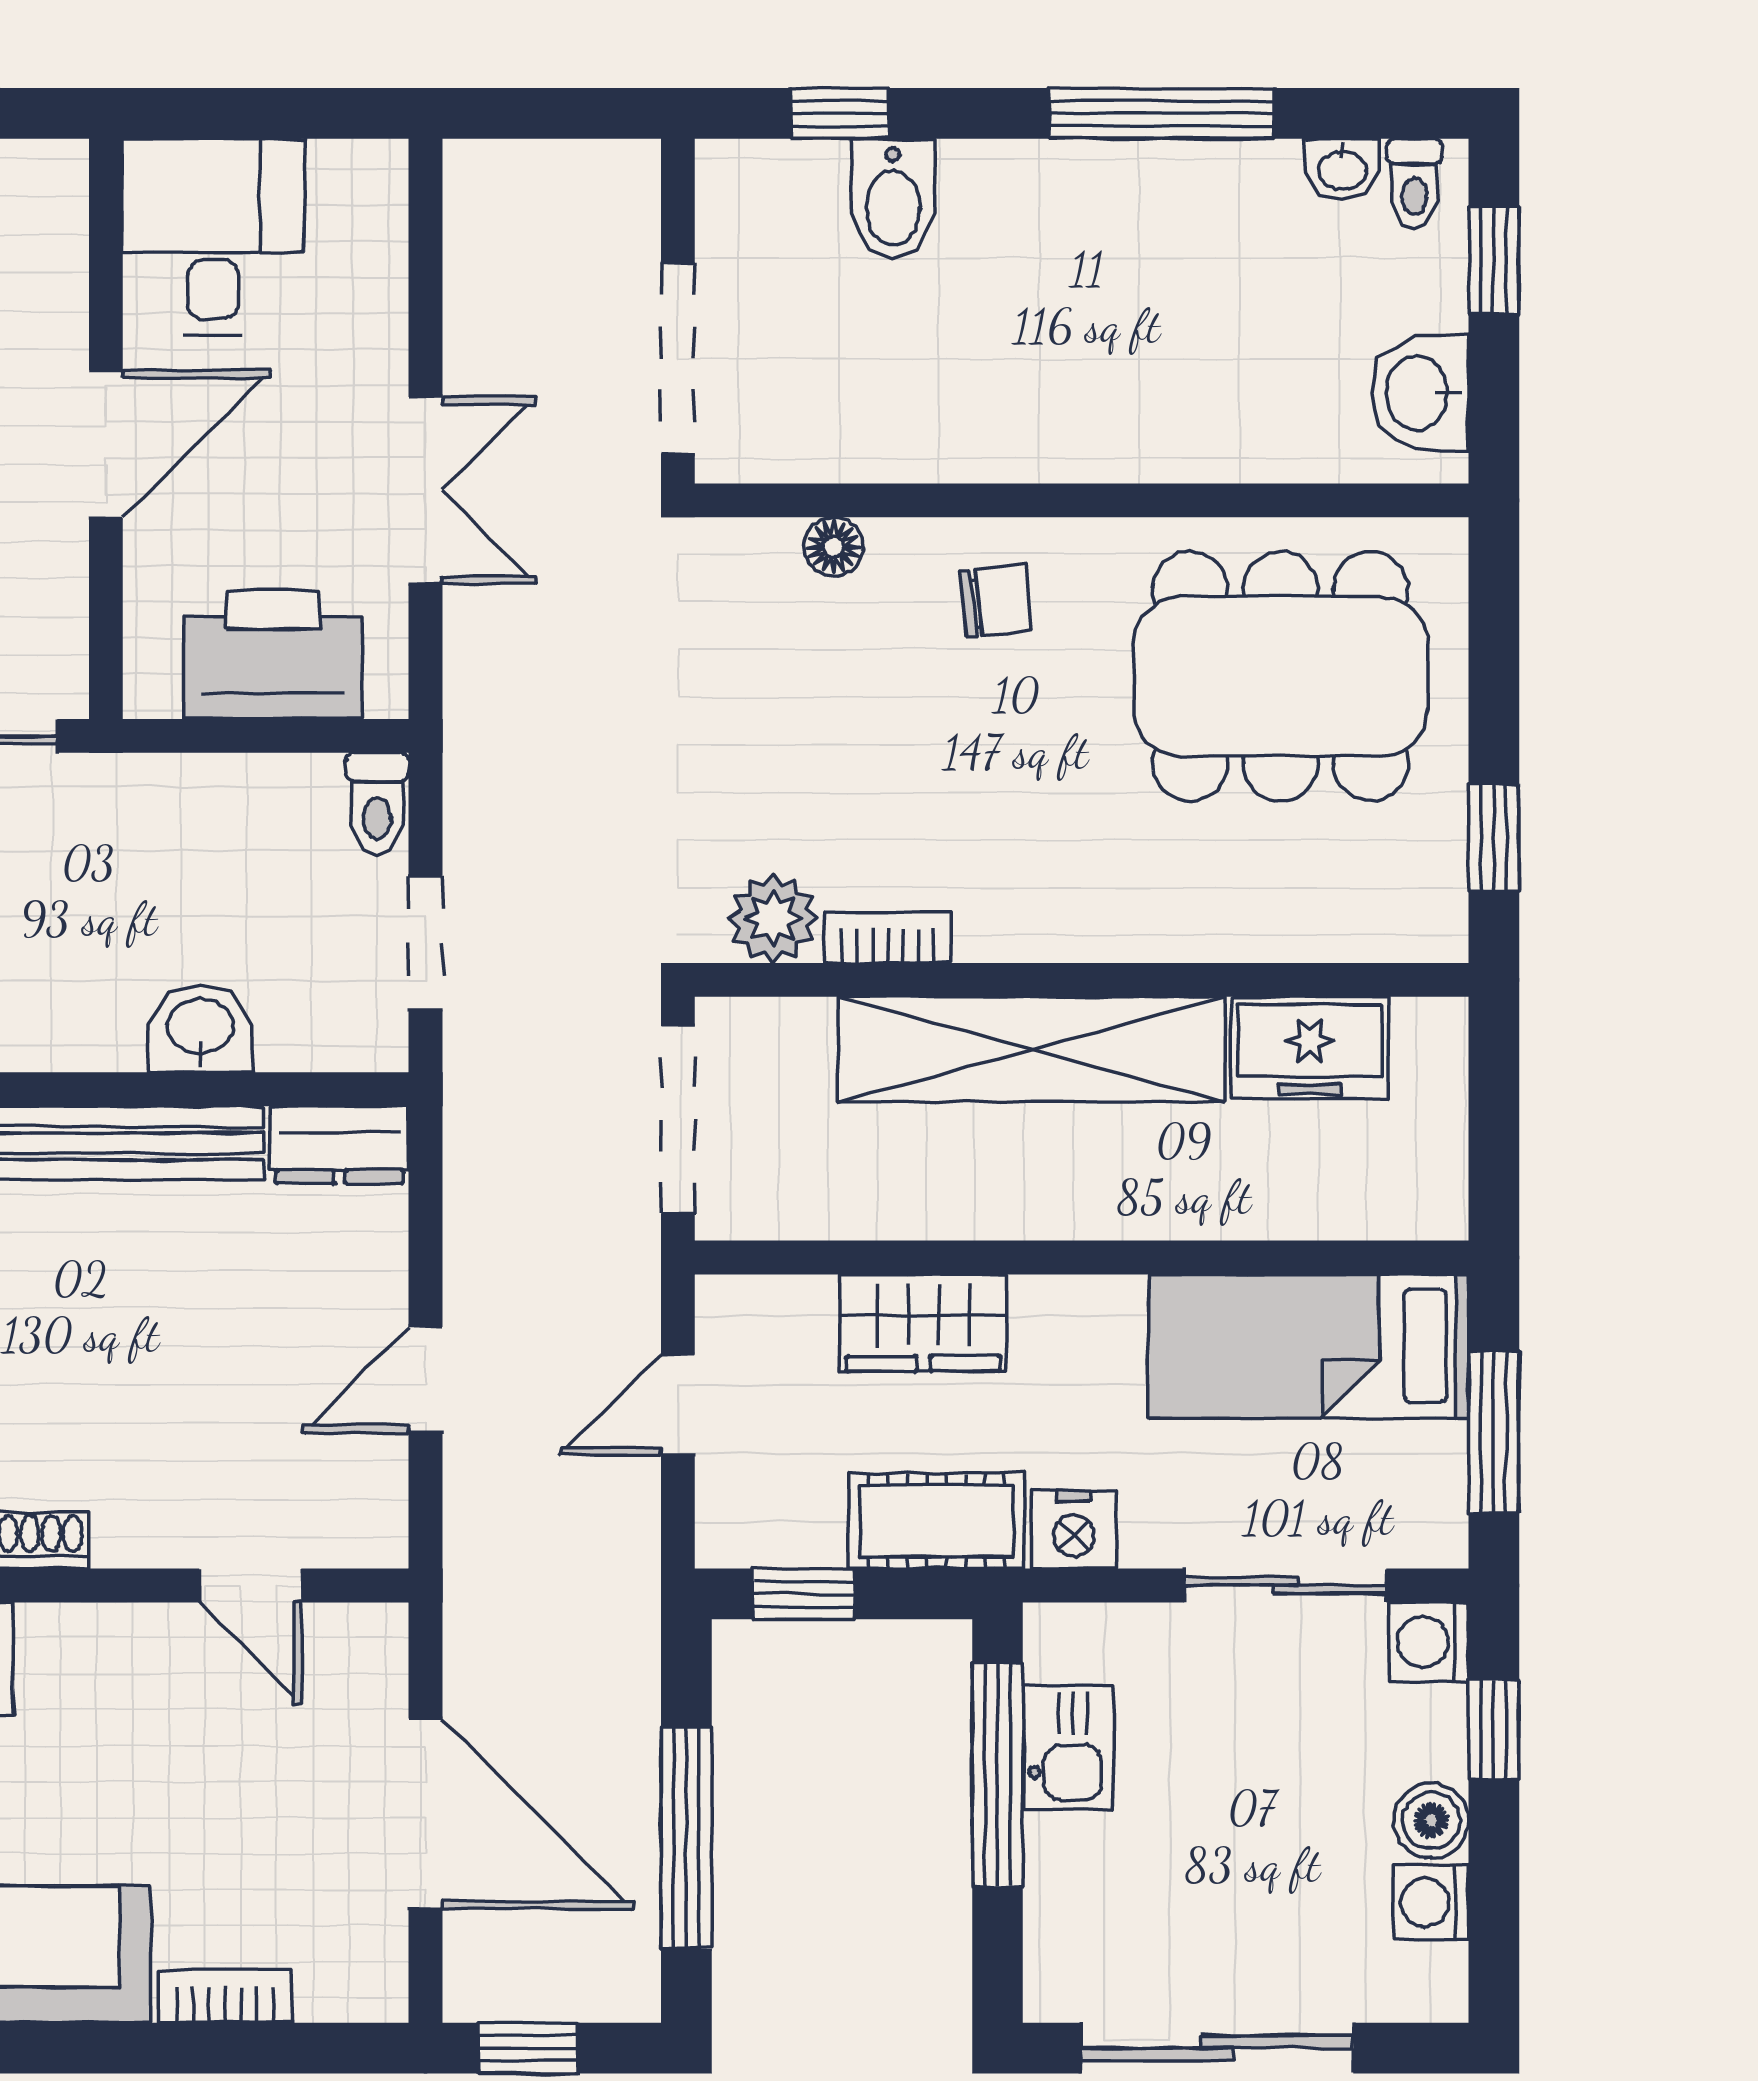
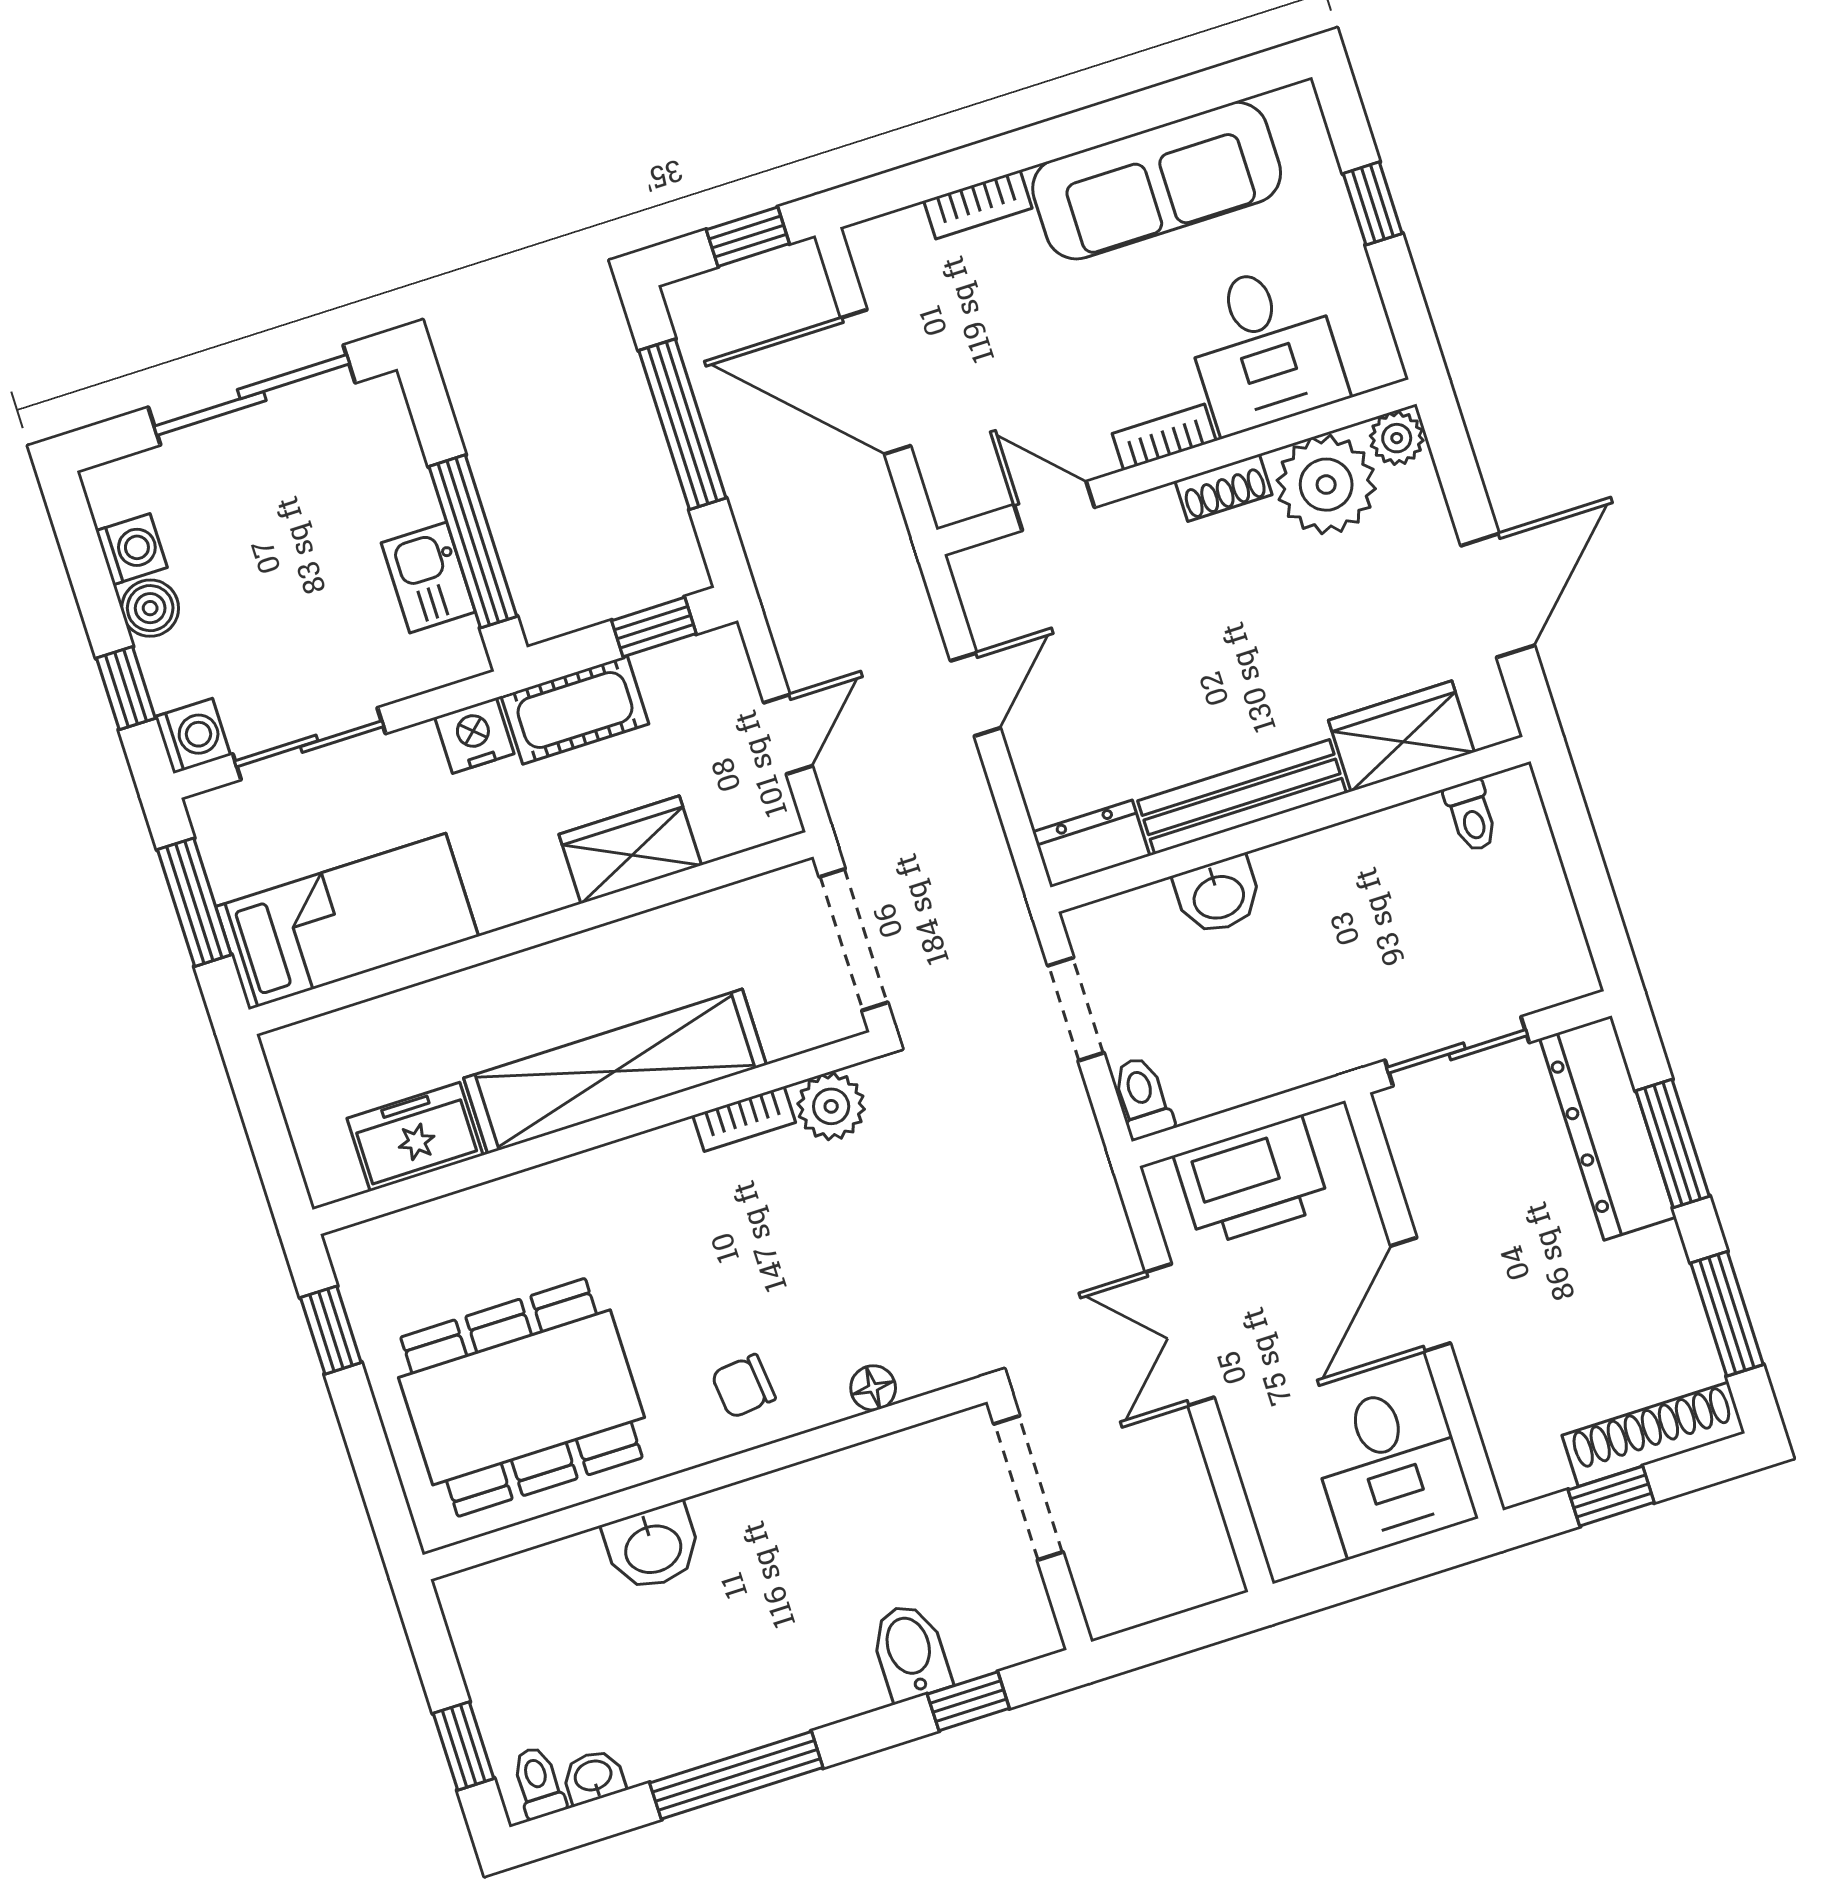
washbasin: (1420, 393) -> (653, 1547), moved, turned 90
bookcase: (84, 1628) -> (1164, 437), added

